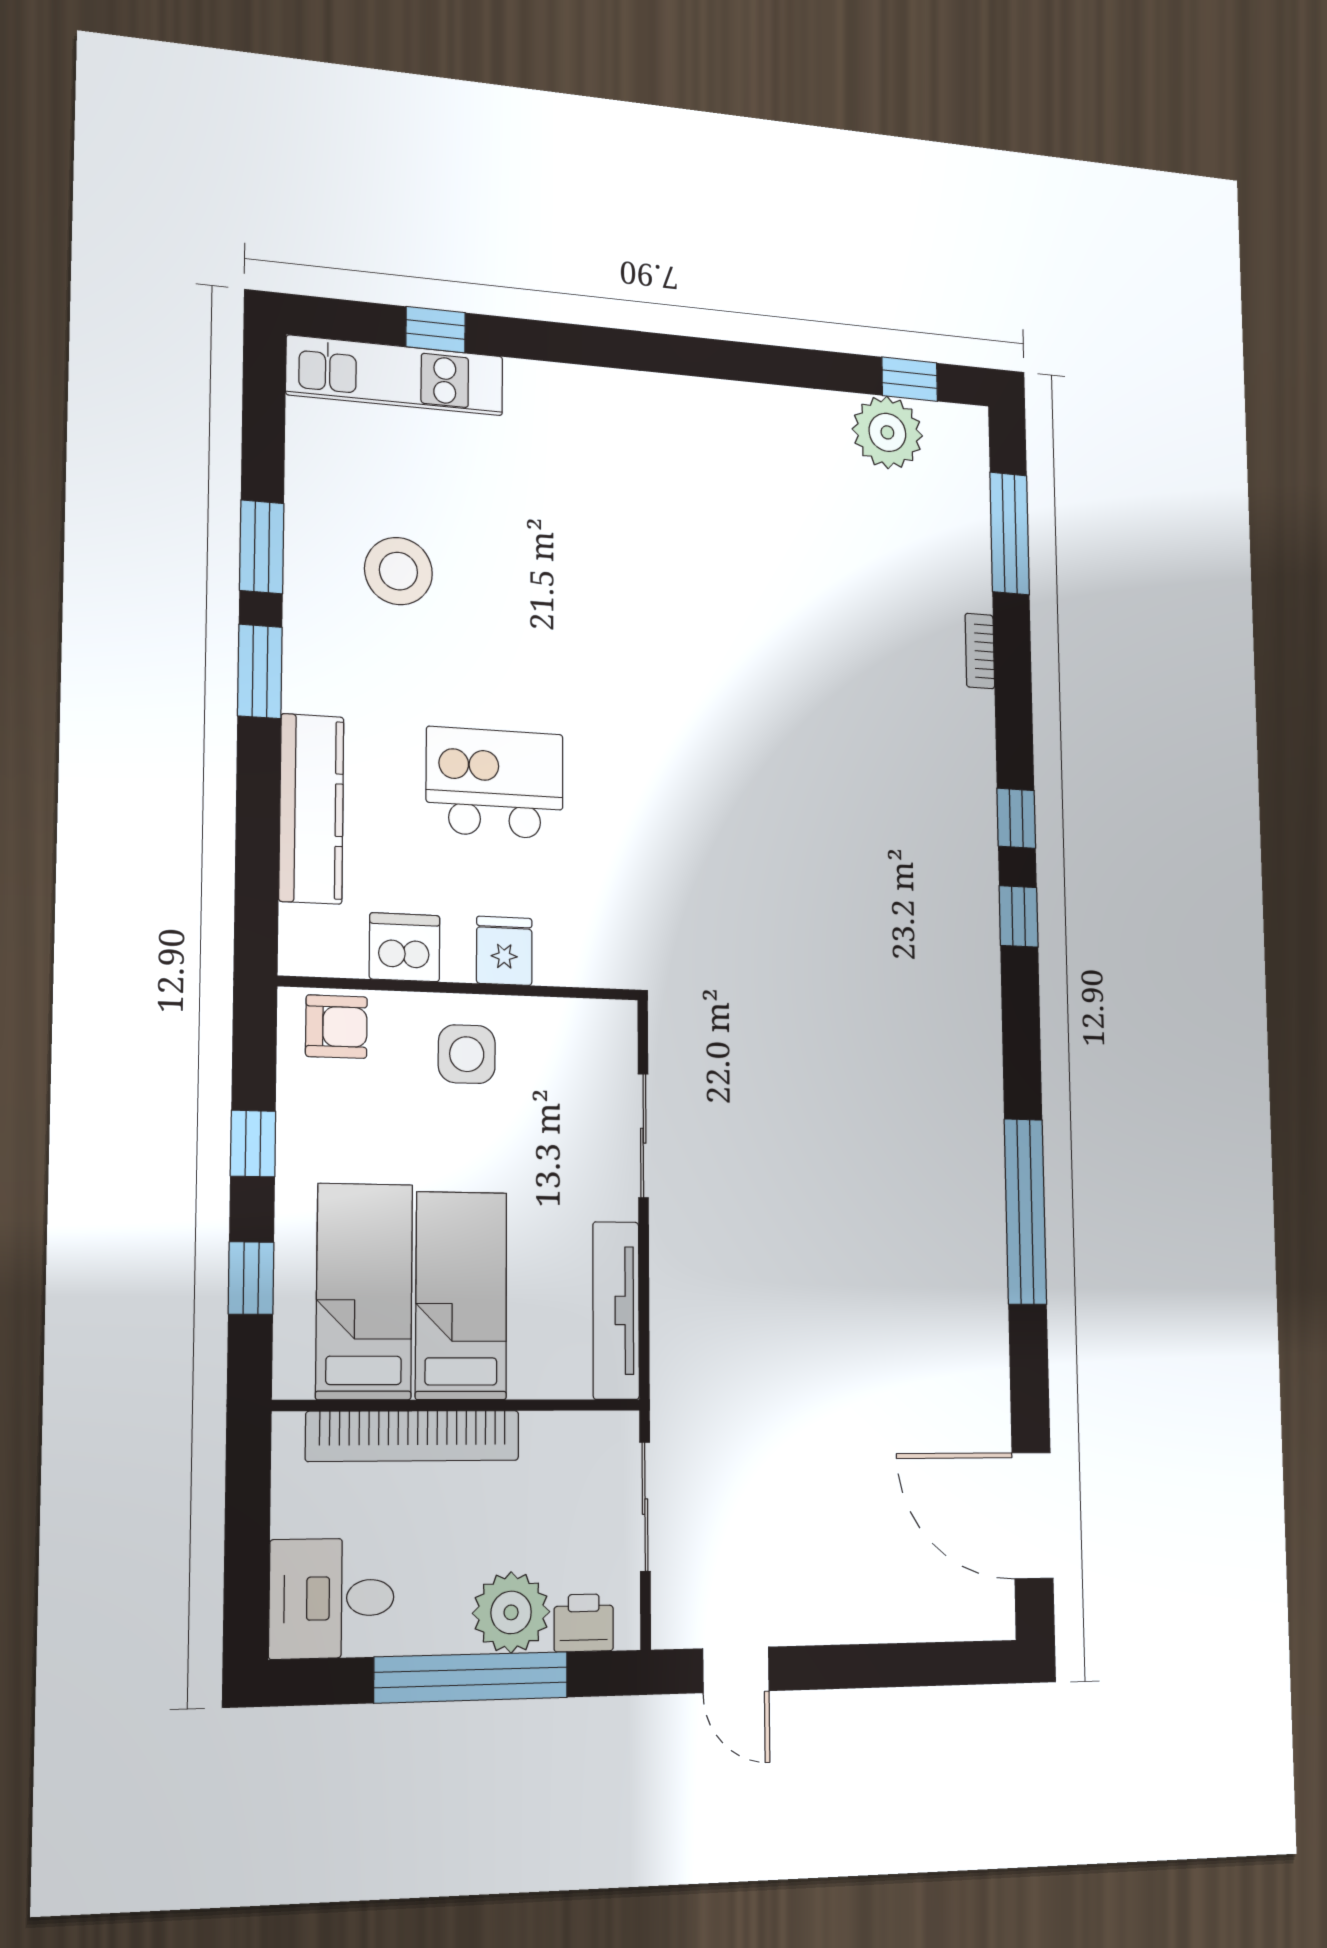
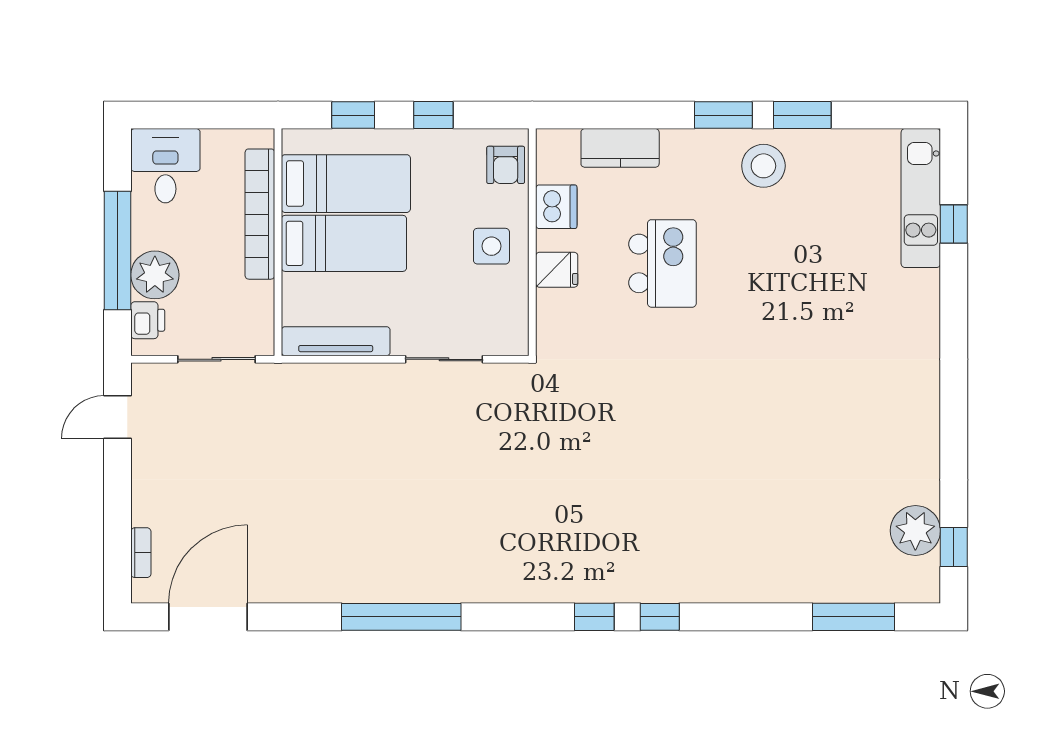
stool: (398, 571) -> (763, 166), moved
bookcase: (980, 651) -> (141, 553), moved, turned 90
kitchen counter: (311, 809) -> (620, 148), width x0.67

